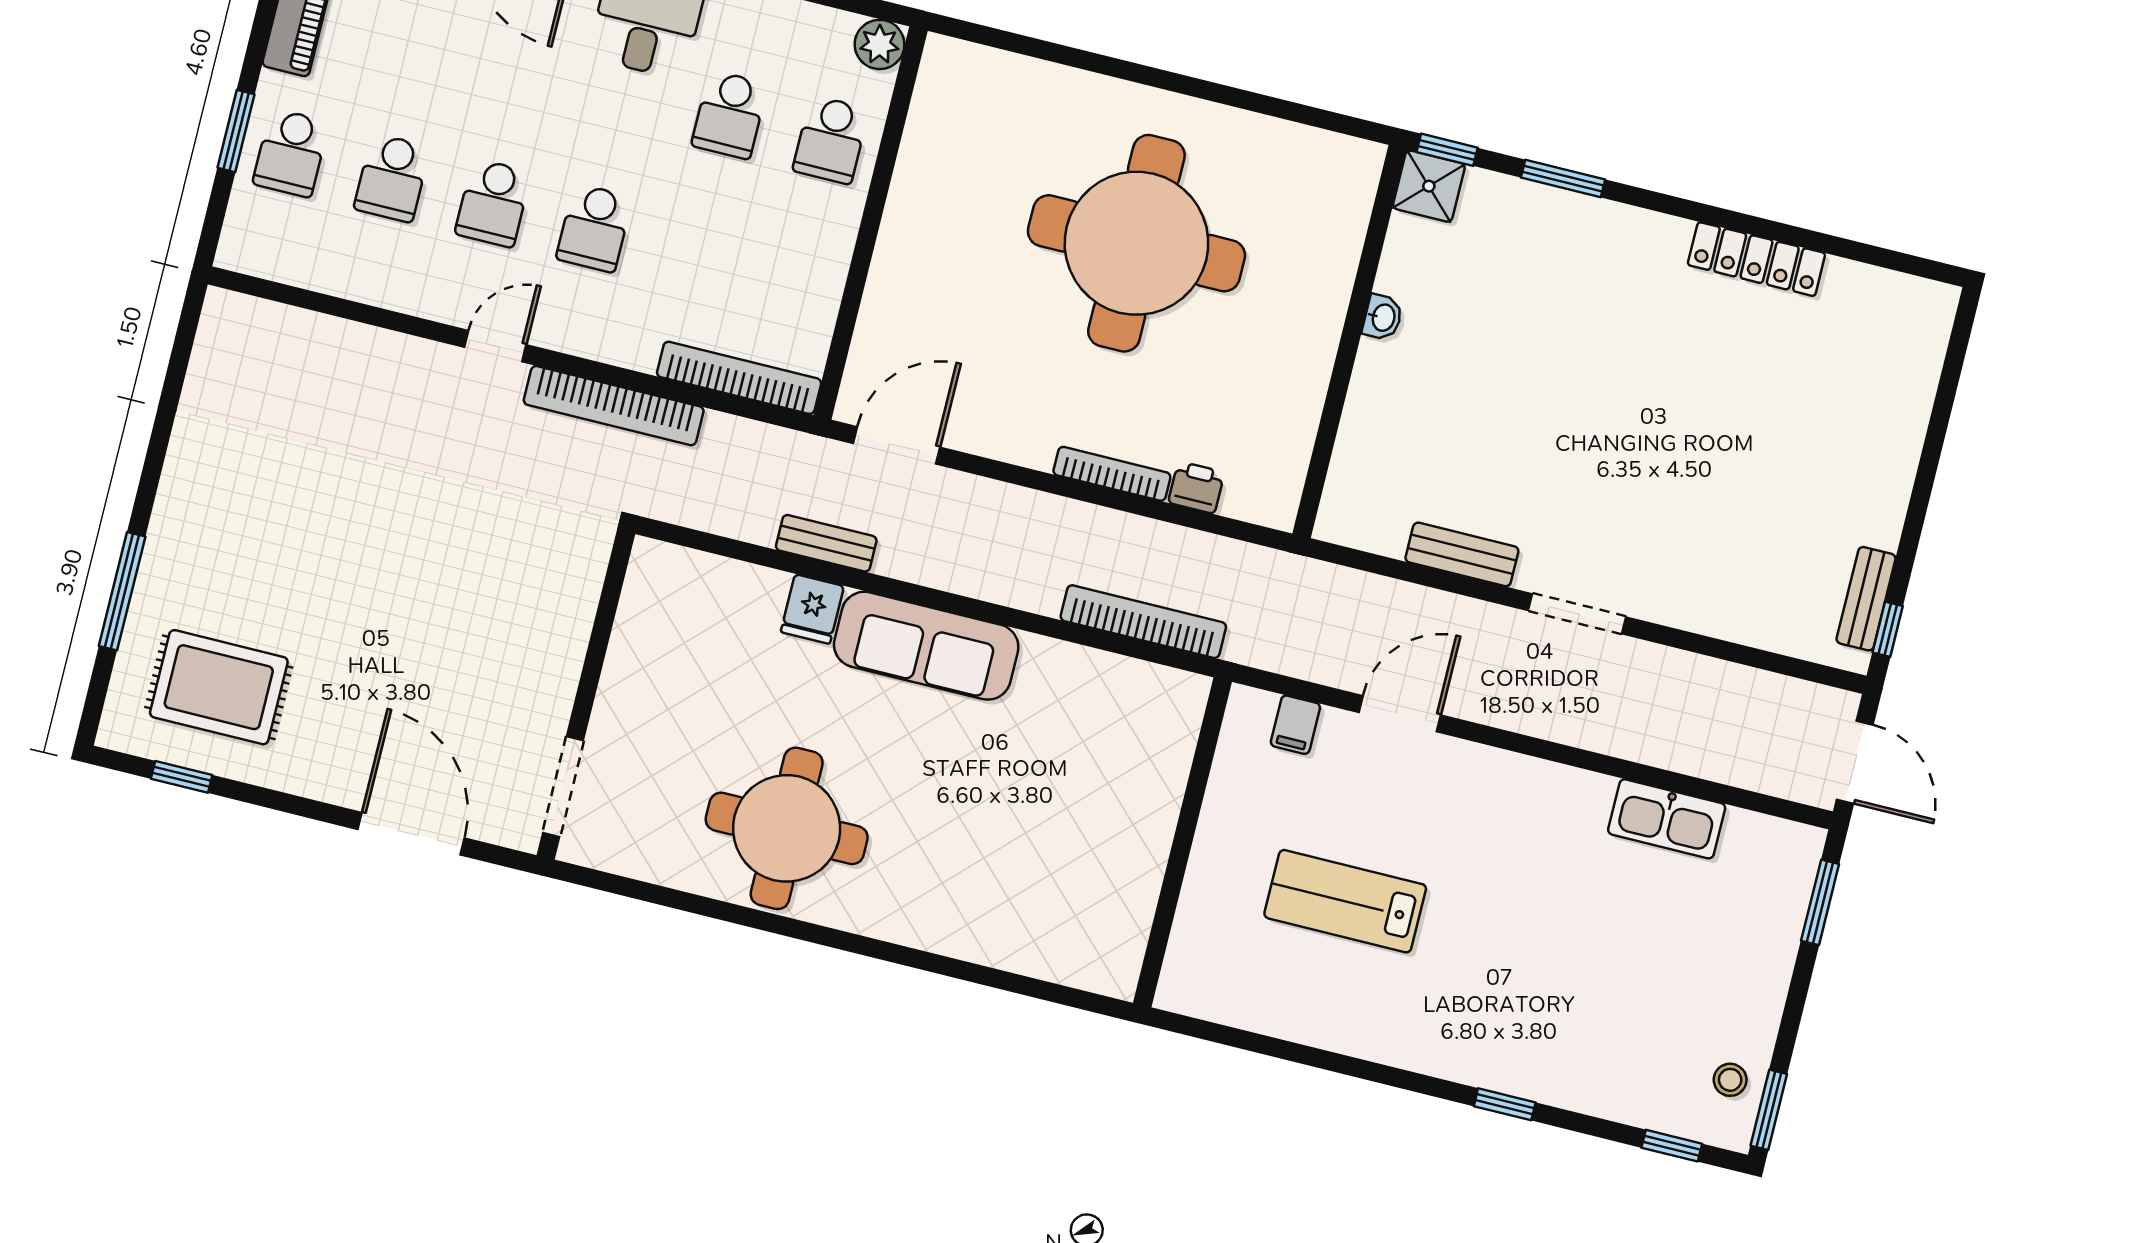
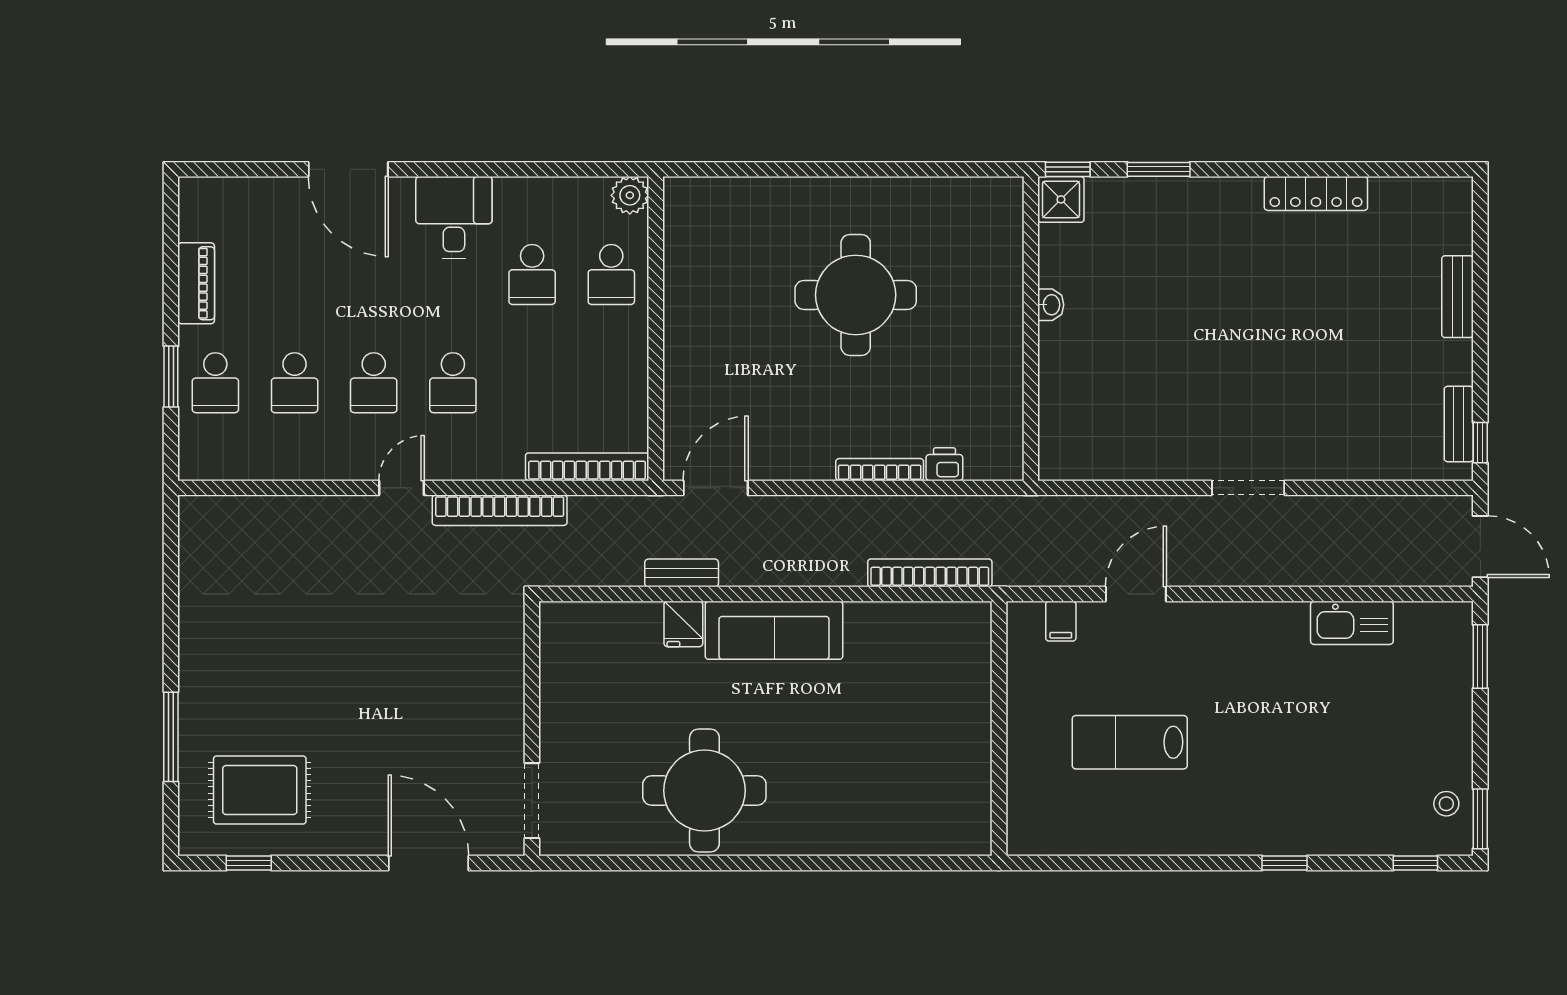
round table: (1136, 243) -> (856, 295), width x0.73, depth x0.73
bench: (1462, 554) -> (1458, 297), moved, turned 90

